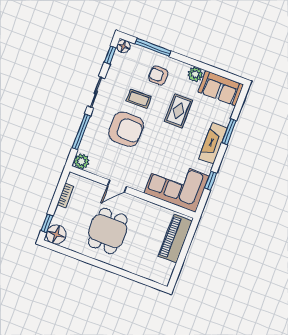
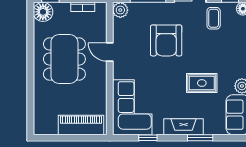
armchair: (158, 75) -> (228, 52), removed
coffee table: (139, 99) -> (214, 18), moved
dining table: (108, 231) -> (64, 59), width x1.38

